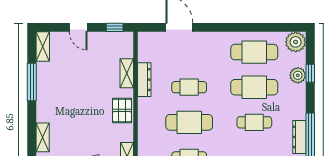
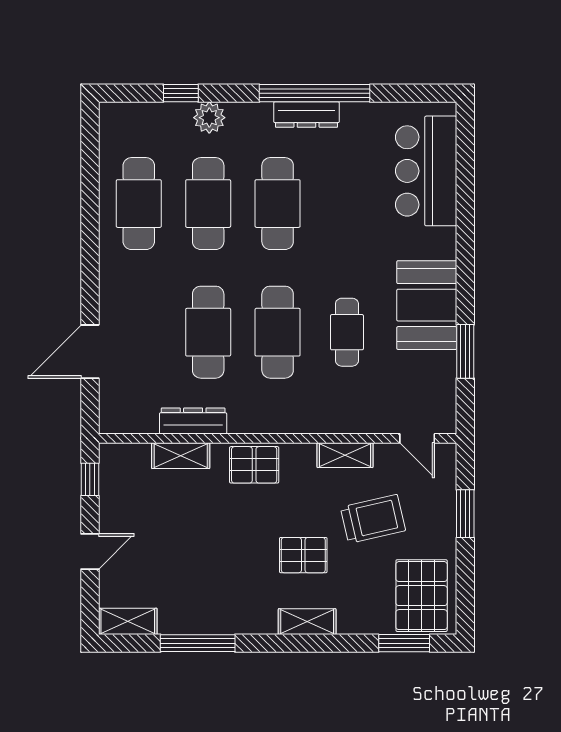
plant: (296, 42) -> (119, 122), removed
plant: (298, 75) -> (209, 118), moved
cafe table: (189, 87) -> (208, 332), width x1.37, depth x1.35
cafe table: (254, 122) -> (278, 204), width x1.37, depth x1.35
pallet: (76, 135) -> (303, 555), added

